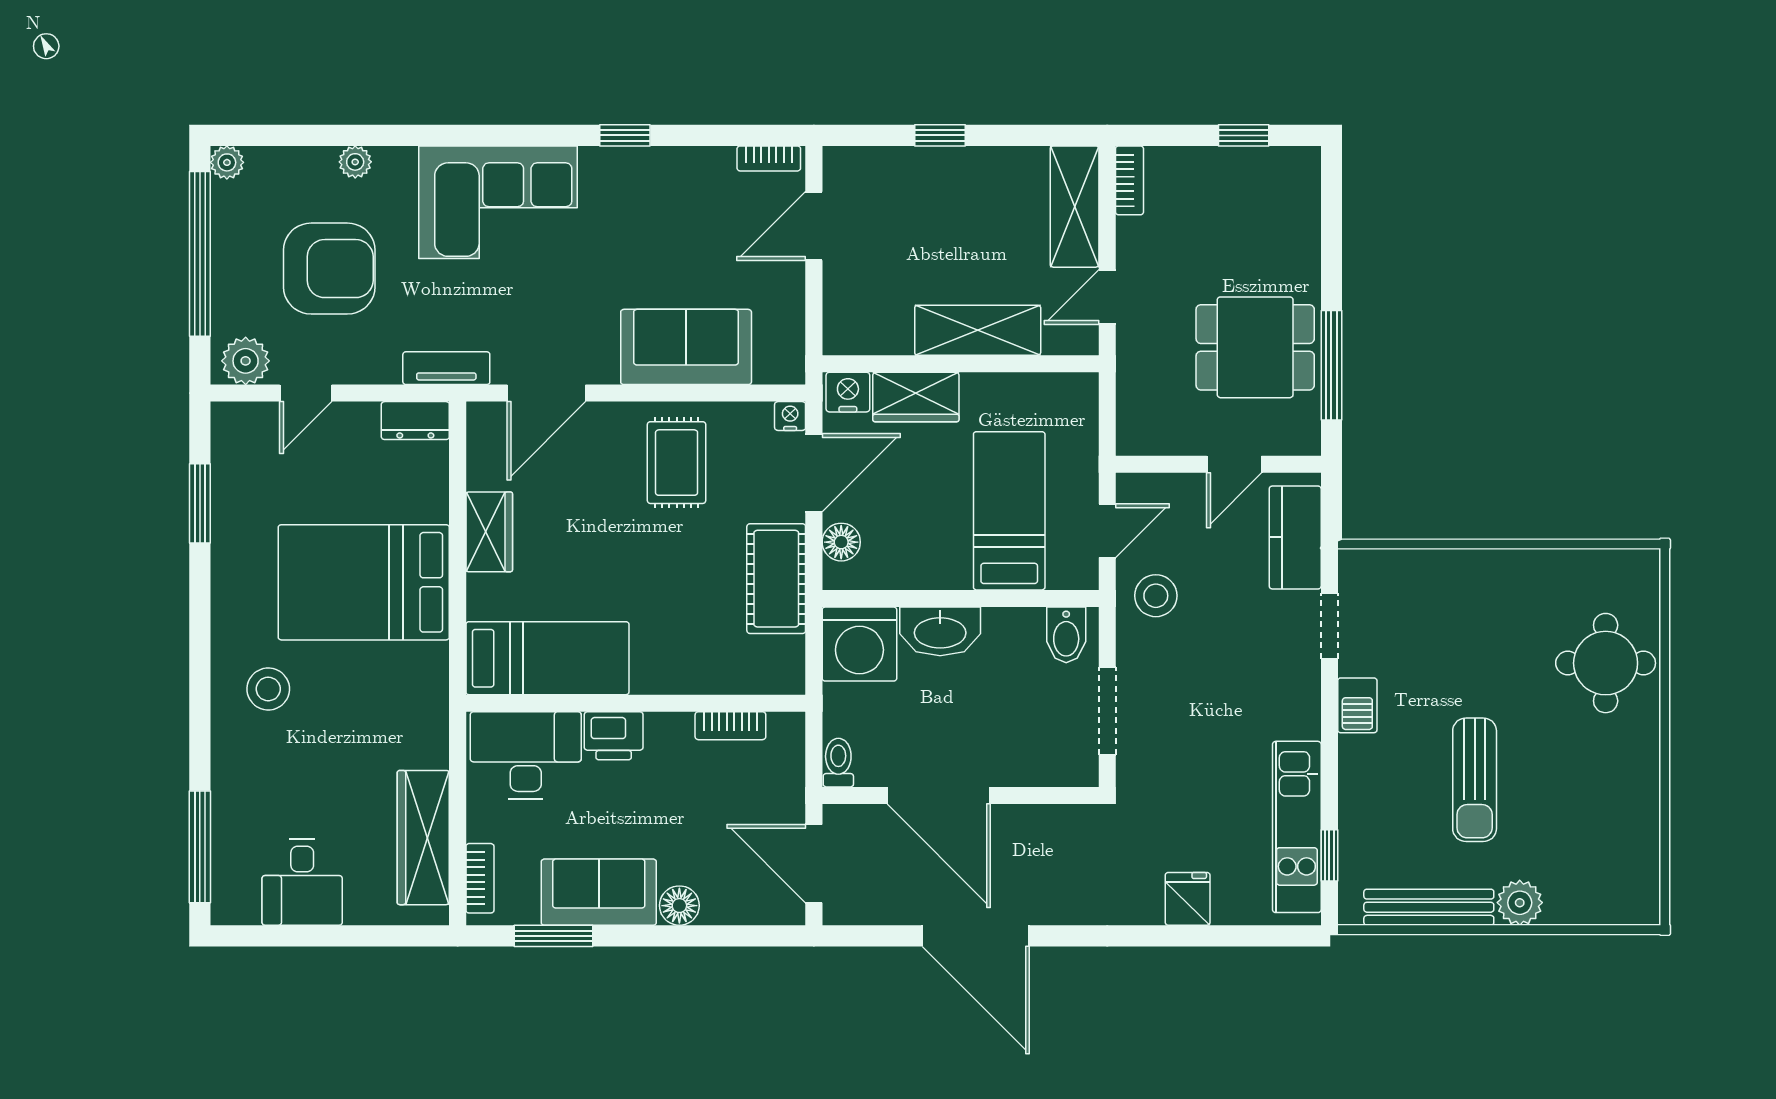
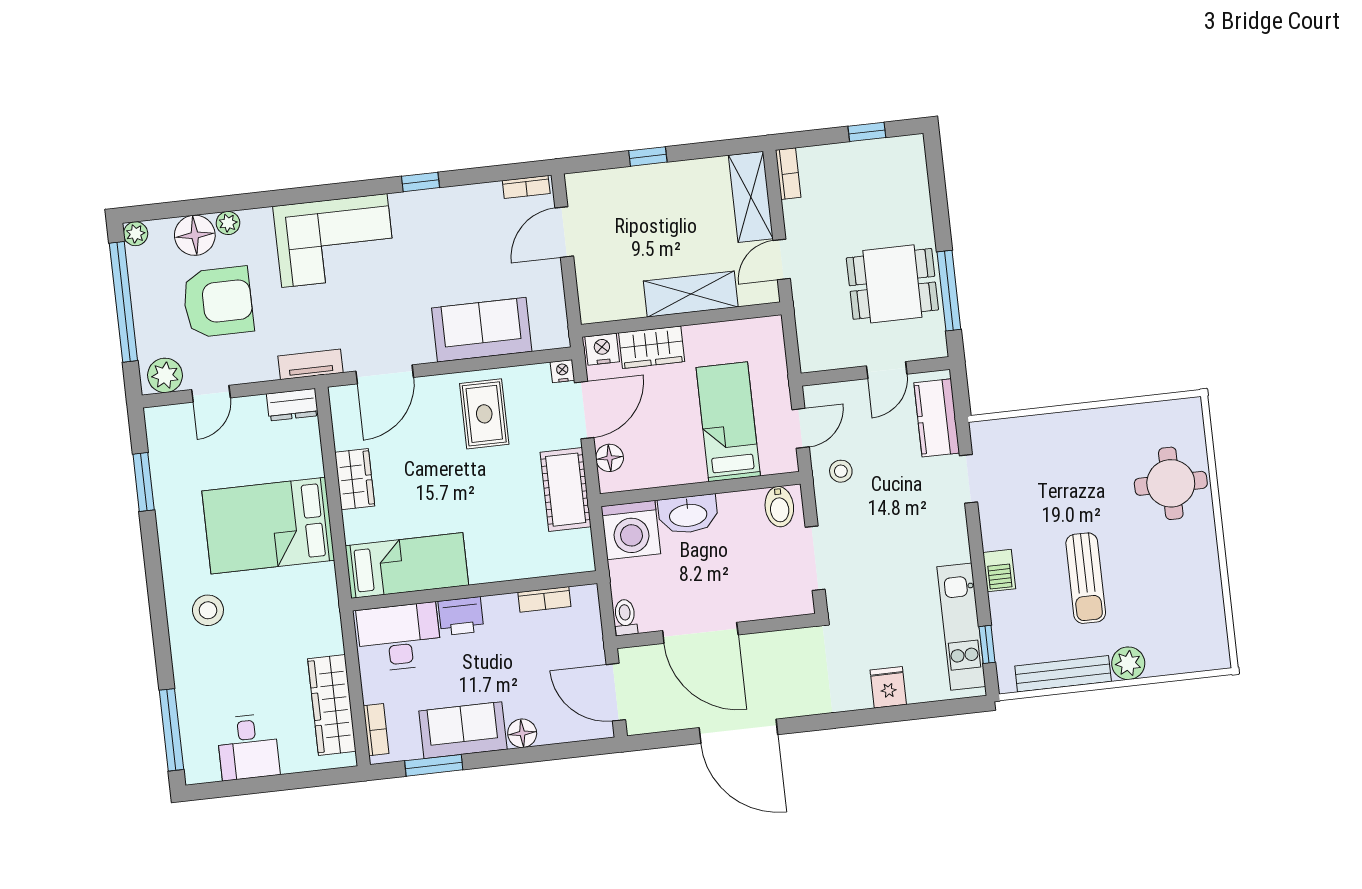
floor lamp: (308, 174) -> (195, 235), added
stool: (1156, 596) -> (841, 471), width x0.73, depth x0.73
barbecue: (1357, 705) -> (999, 571), moved

